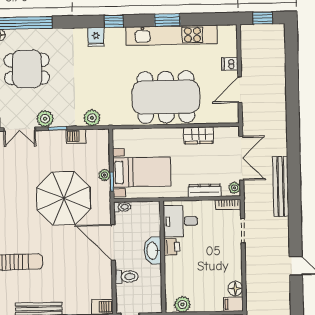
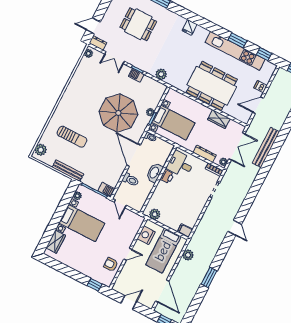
window: (114, 21) -> (264, 54), moved
plant: (45, 119) -> (133, 60), removed
barbecue: (76, 136) -> (136, 75), moved
bench: (281, 186) -> (266, 147), moved
floor lamp: (235, 289) -> (191, 222), removed

